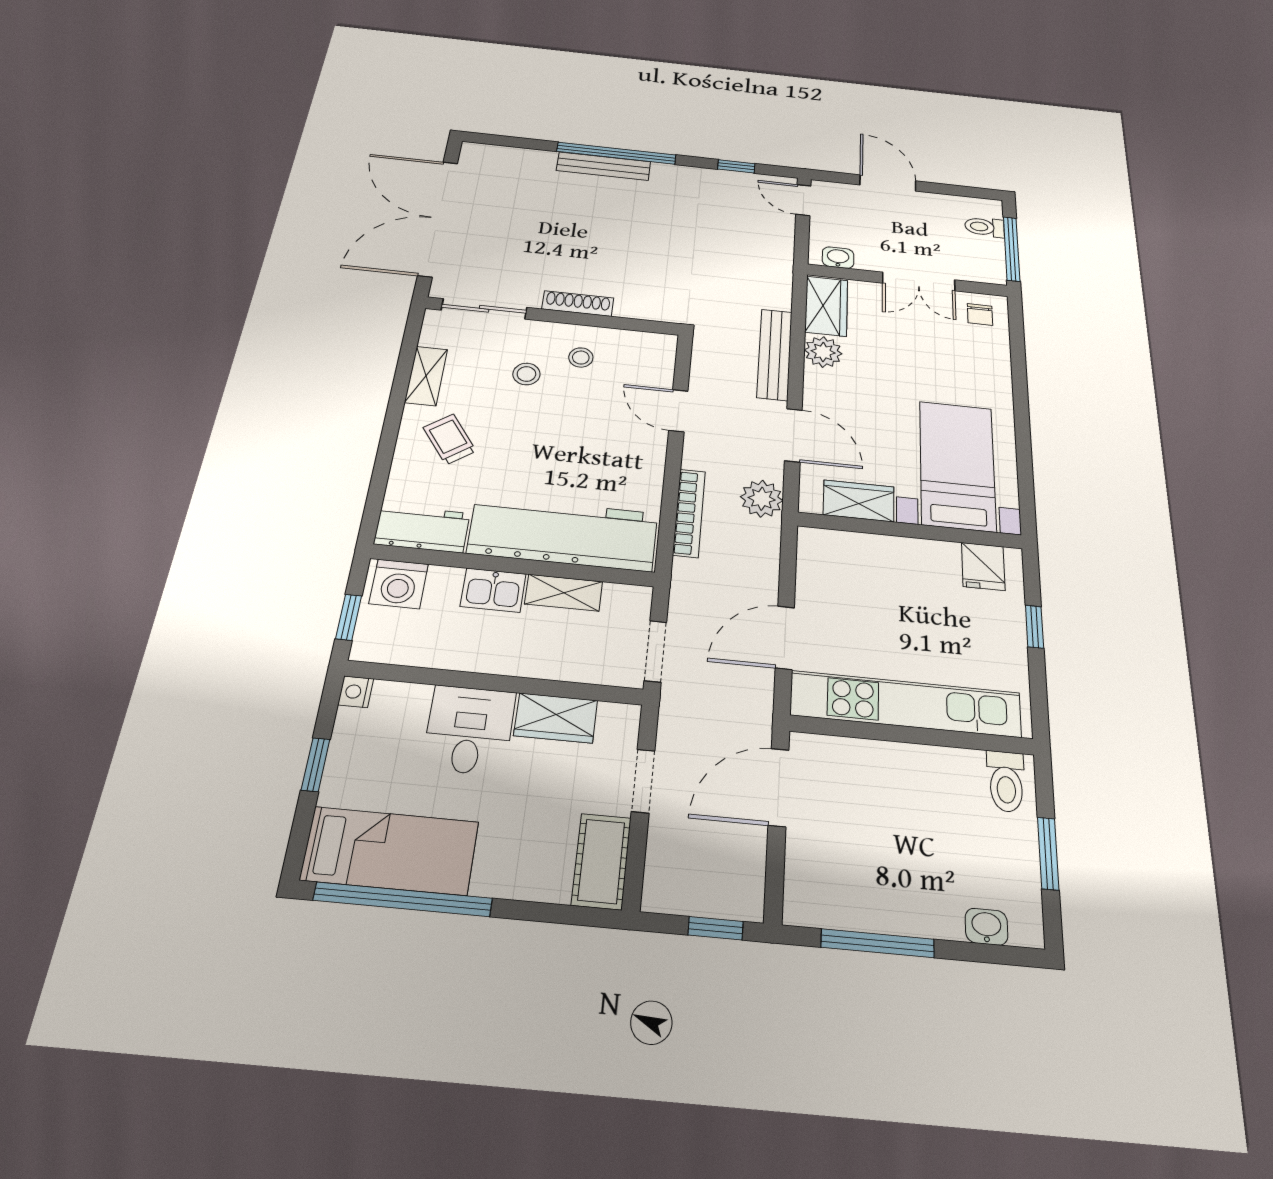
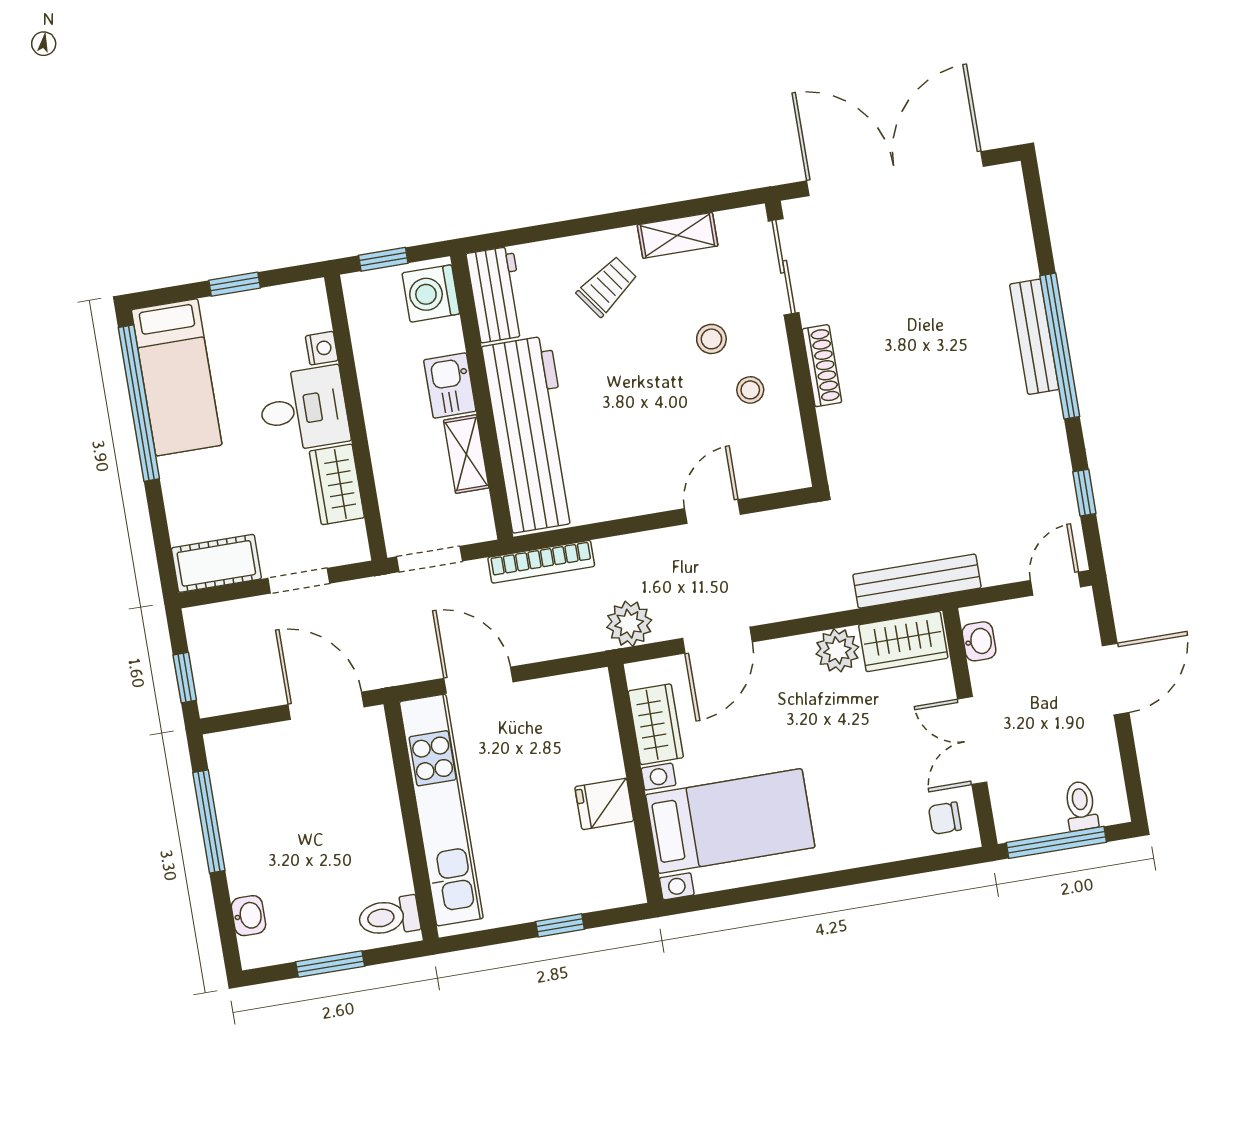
bench: (775, 354) -> (917, 581), moved
bookcase: (689, 513) -> (541, 562), moved
fridge: (983, 566) -> (604, 804), moved
nightstand: (356, 692) -> (322, 348), moved, turned 90

